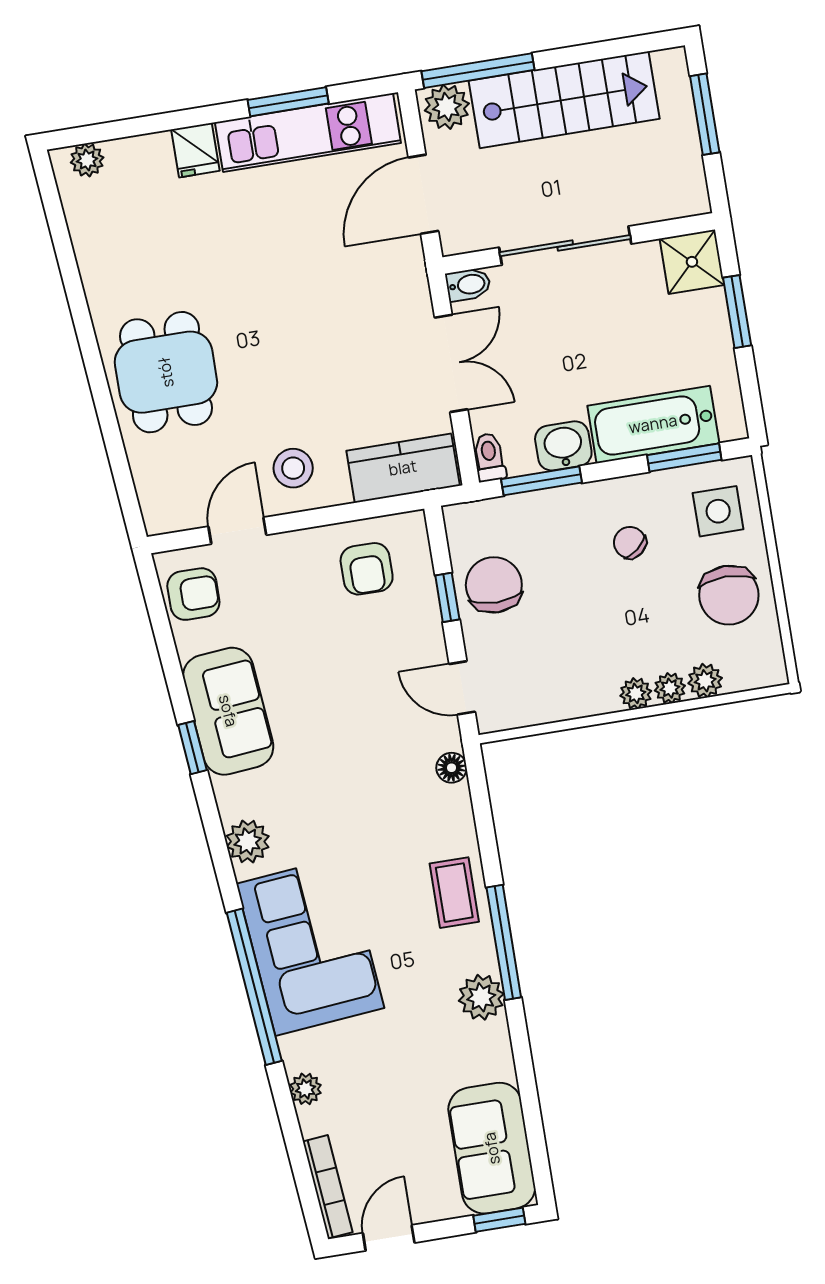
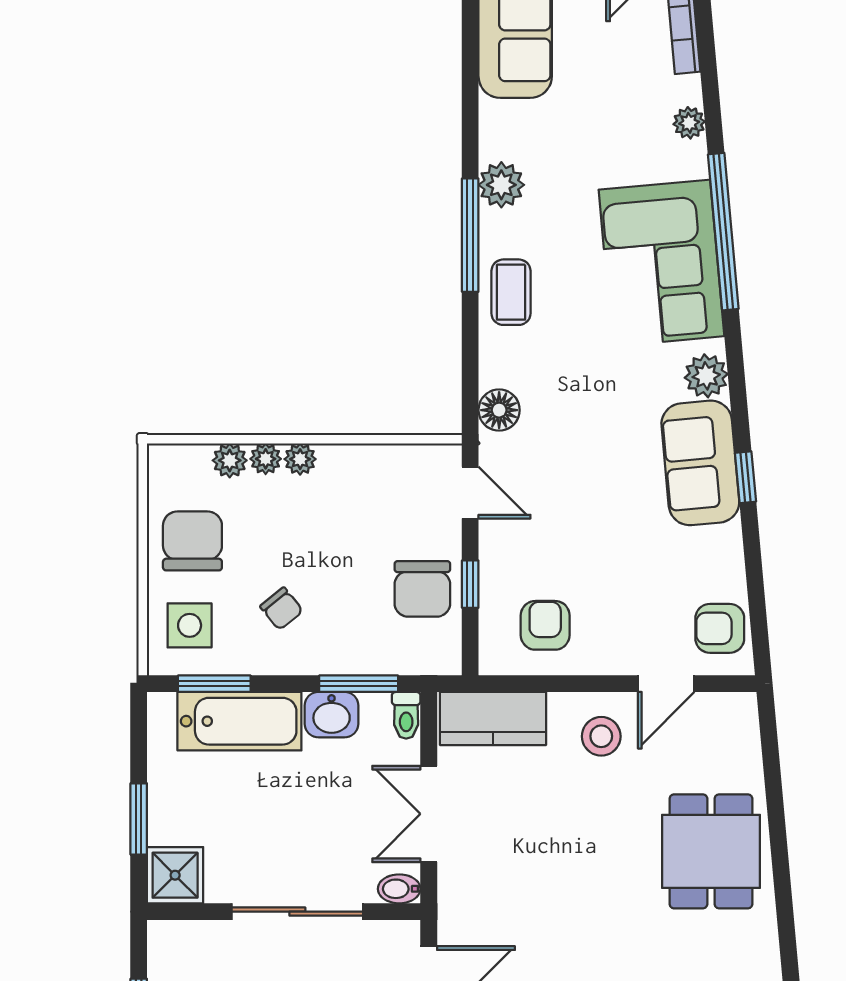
sofa: (228, 711) -> (700, 463), moved
floor lamp: (452, 768) -> (499, 410), width x1.37, depth x1.37

